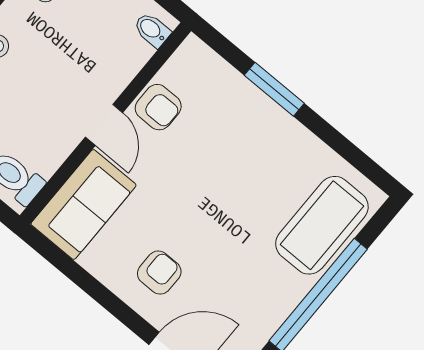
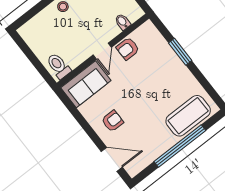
bidet: (152, 30) -> (123, 22), moved
armchair: (158, 107) -> (128, 49), turned 90

